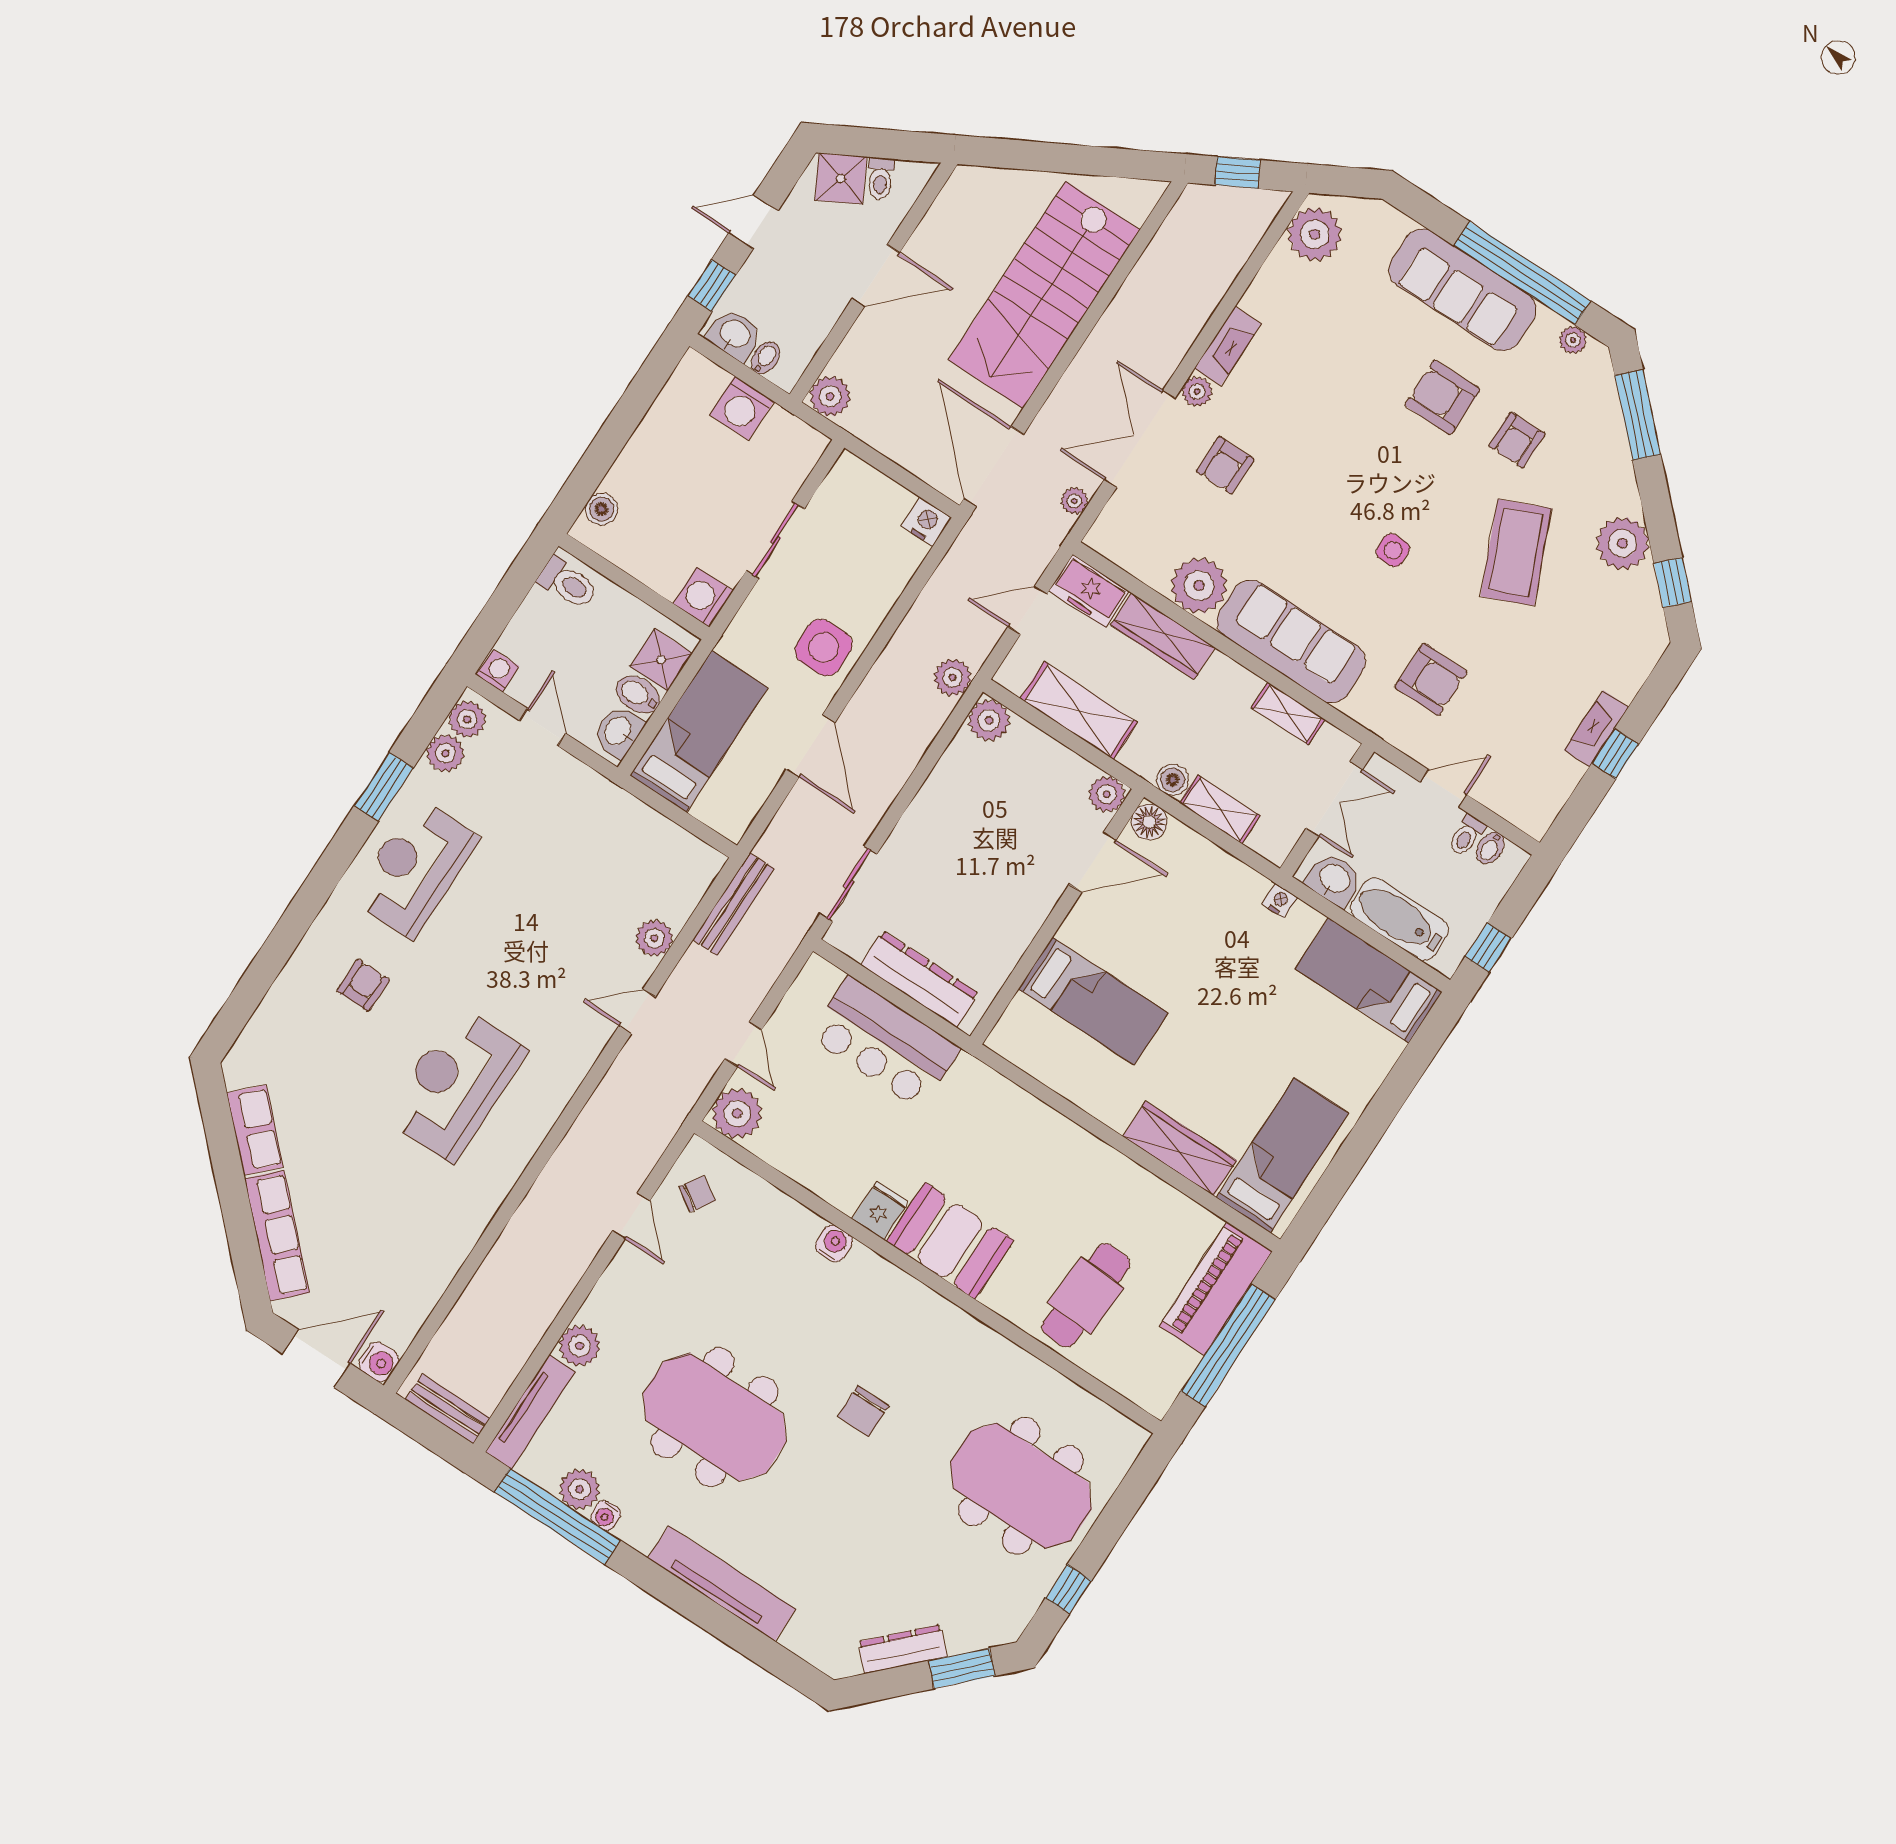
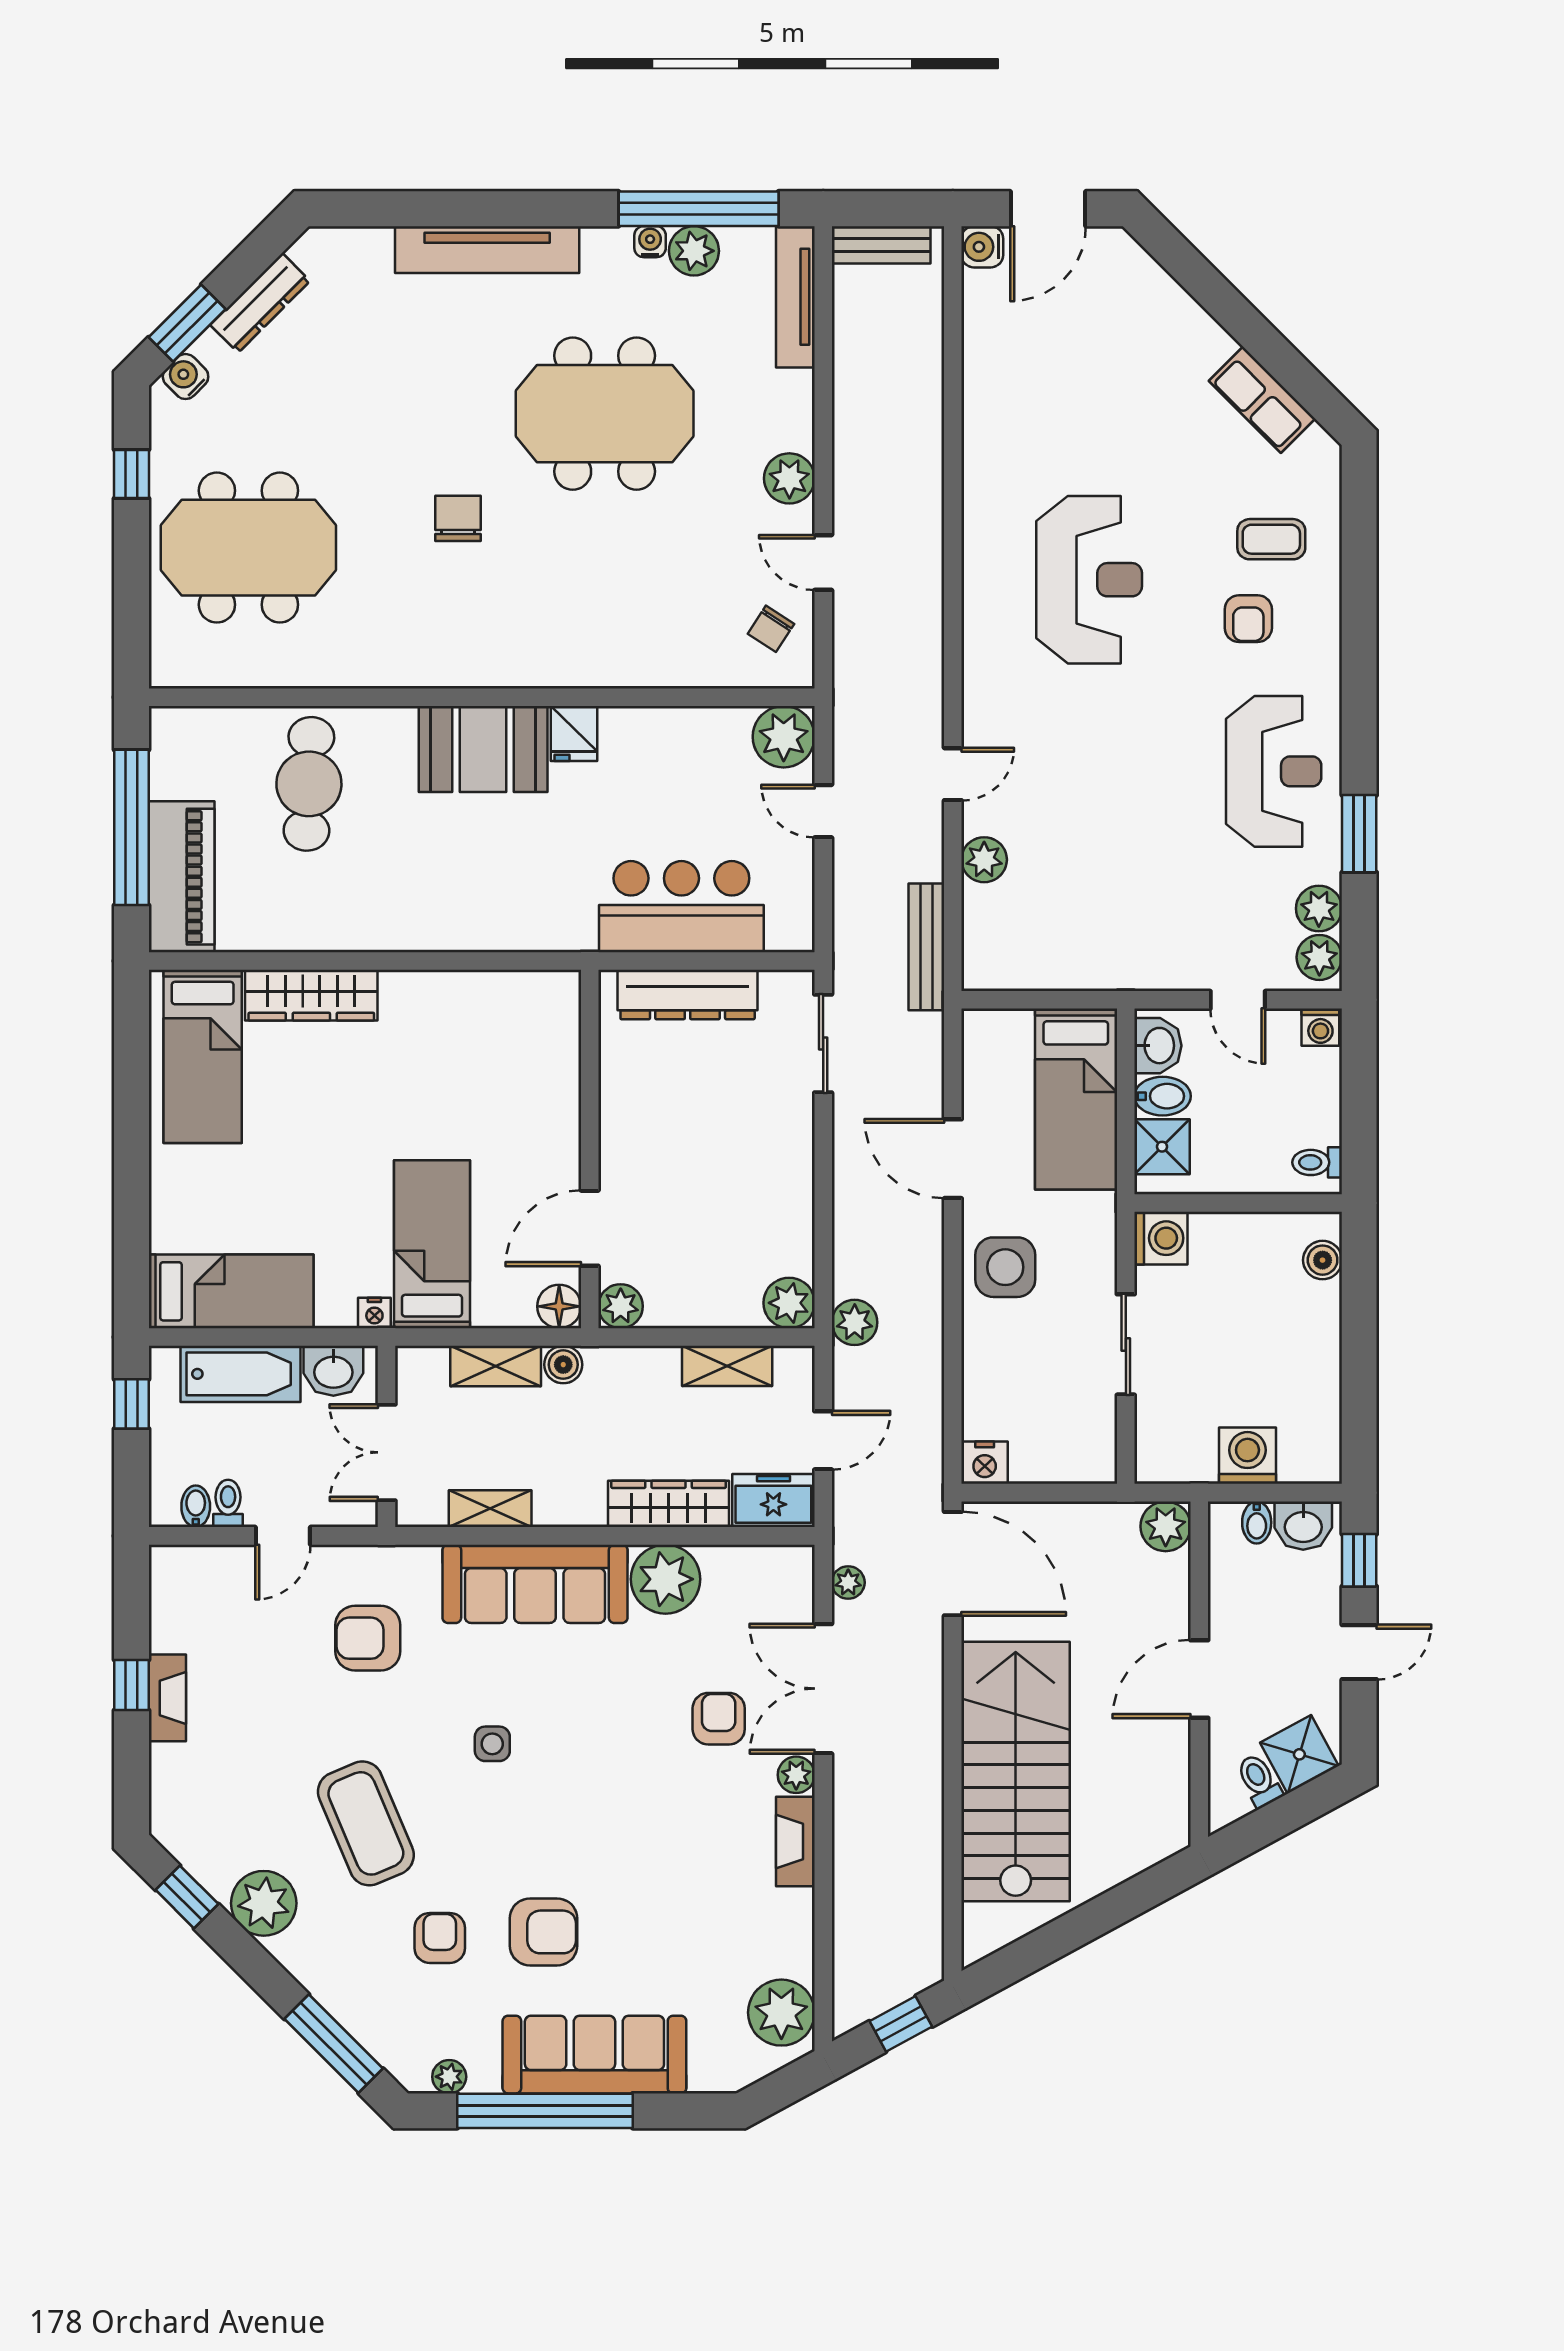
double door: (1140, 439) -> (823, 1689), swing flipped
toilet: (568, 583) -> (1317, 1162), width x0.73, depth x0.72
shelving: (1079, 710) -> (727, 1366), width x0.67, depth x0.75
bed: (1093, 1001) -> (432, 1244), moved, turned 90
coffee table: (311, 1030) -> (1271, 539), added
row of seats: (277, 1236) -> (1169, 307), removed
water cooler: (834, 1243) -> (186, 377), moved, turned 135
plant: (579, 1346) -> (789, 478), moved

